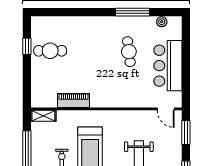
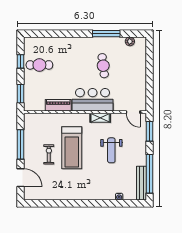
bar counter: (168, 66) -> (93, 100), moved, turned 90
window: (27, 86) -> (21, 94), added
shelving: (43, 116) -> (100, 118), moved

